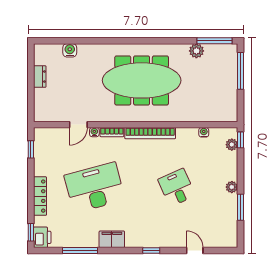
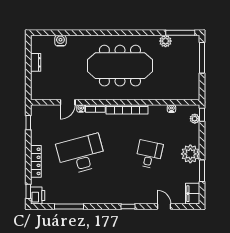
plant: (232, 187) -> (190, 154), width x1.88, depth x1.88
desk: (177, 188) -> (149, 154), turned 36
filing cabinet: (112, 239) -> (193, 194), moved, turned -90

